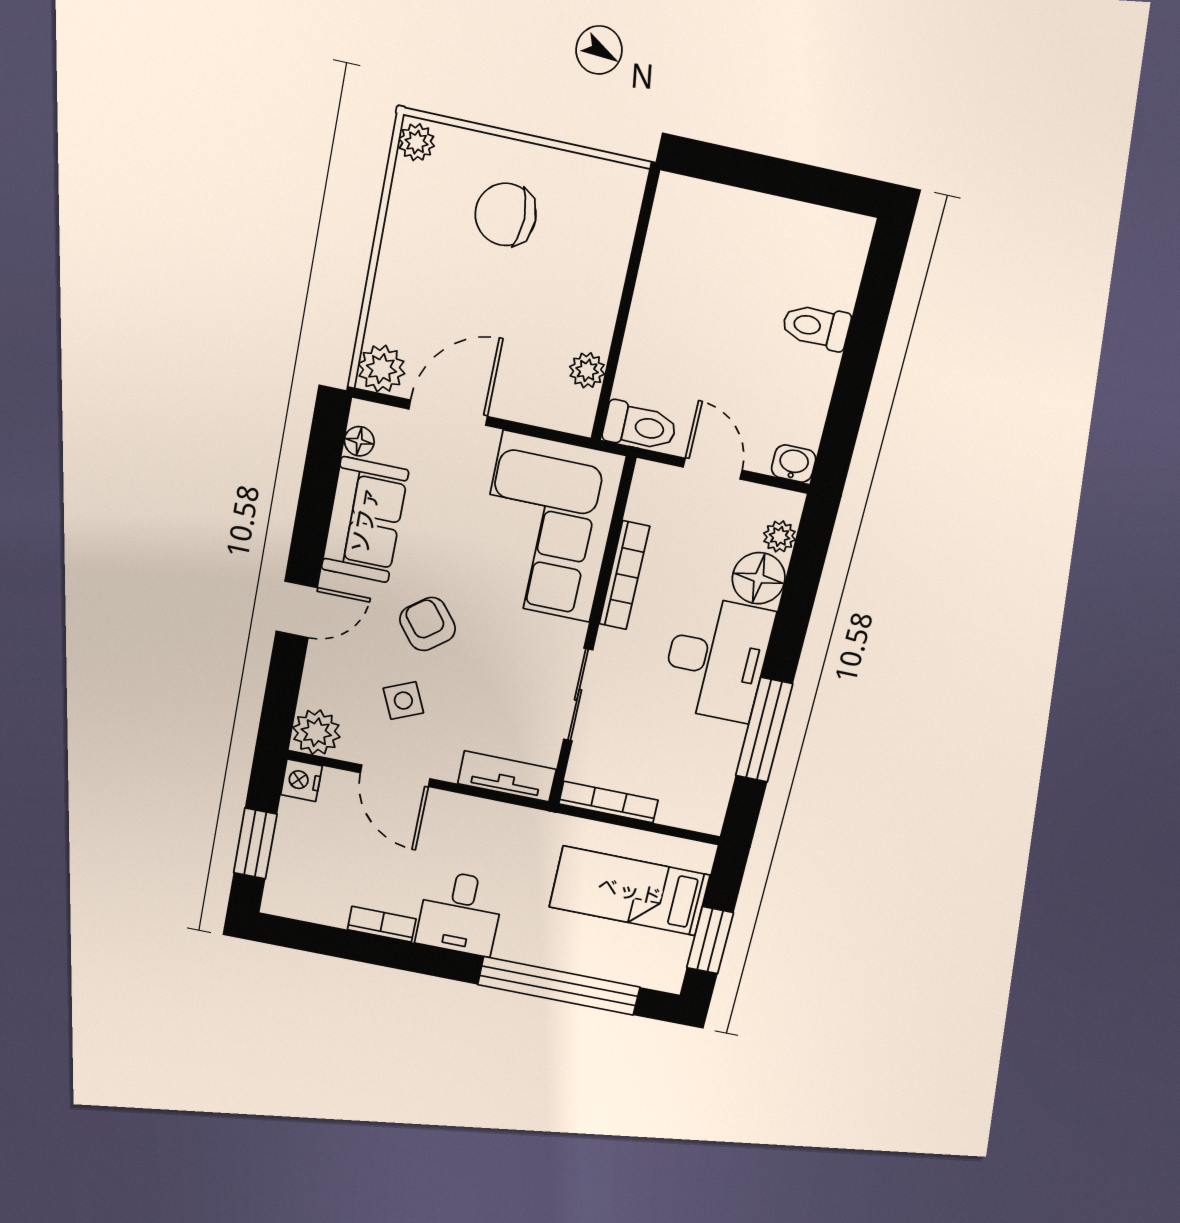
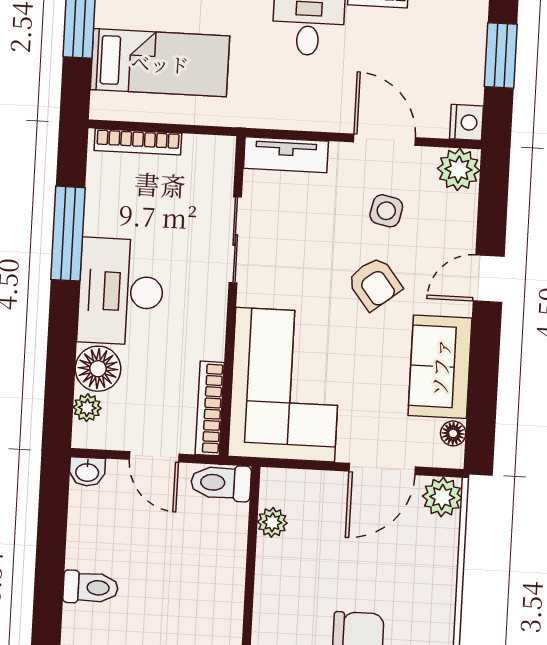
bookcase: (624, 575) -> (210, 408), moved
side table: (403, 701) -> (386, 211), turned 36
bookcase: (608, 802) -> (138, 142), moved

